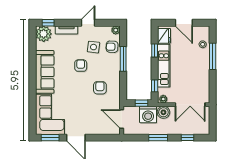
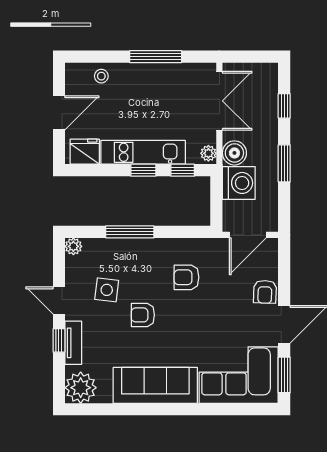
window: (48, 23) -> (59, 340), moved
armchair: (112, 47) -> (265, 292), moved
window: (155, 51) -> (143, 170), moved
window: (213, 56) -> (156, 57), moved
window: (141, 103) -> (216, 196), removed

